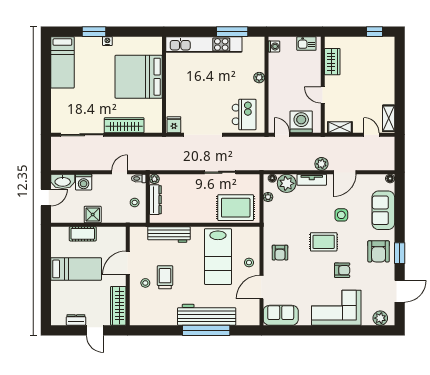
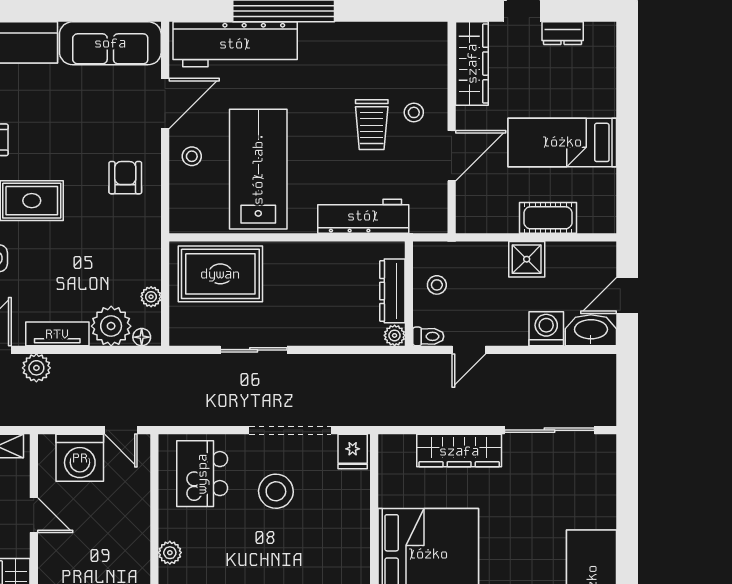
stool: (210, 106) -> (276, 491), added
workbench: (207, 315) -> (235, 44), moved
sofa: (281, 315) -> (110, 43), width x1.36

